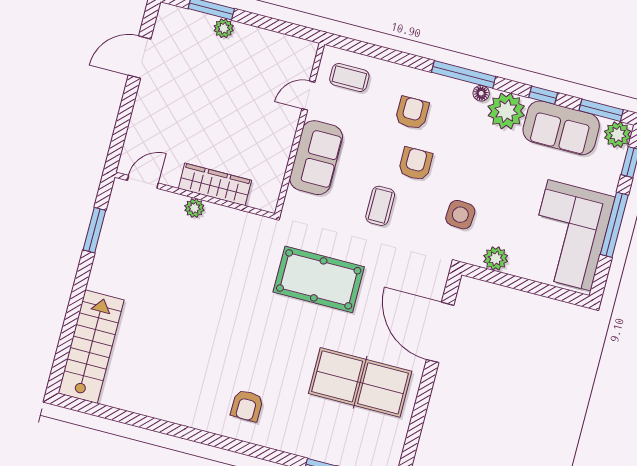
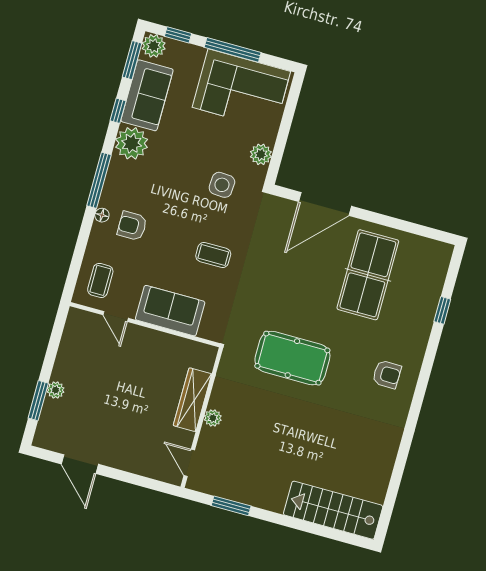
floor lamp: (481, 93) -> (102, 215), moved
armchair: (415, 164) -> (177, 224), removed
pool table: (319, 279) -> (292, 358), moved, turned 90

